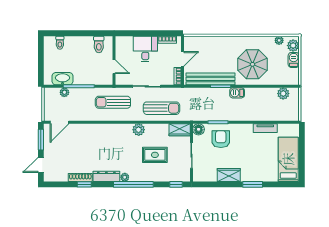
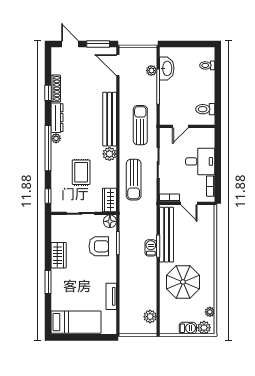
barbecue: (237, 93) -> (151, 248), moved
bench: (108, 130) -> (110, 119), added

